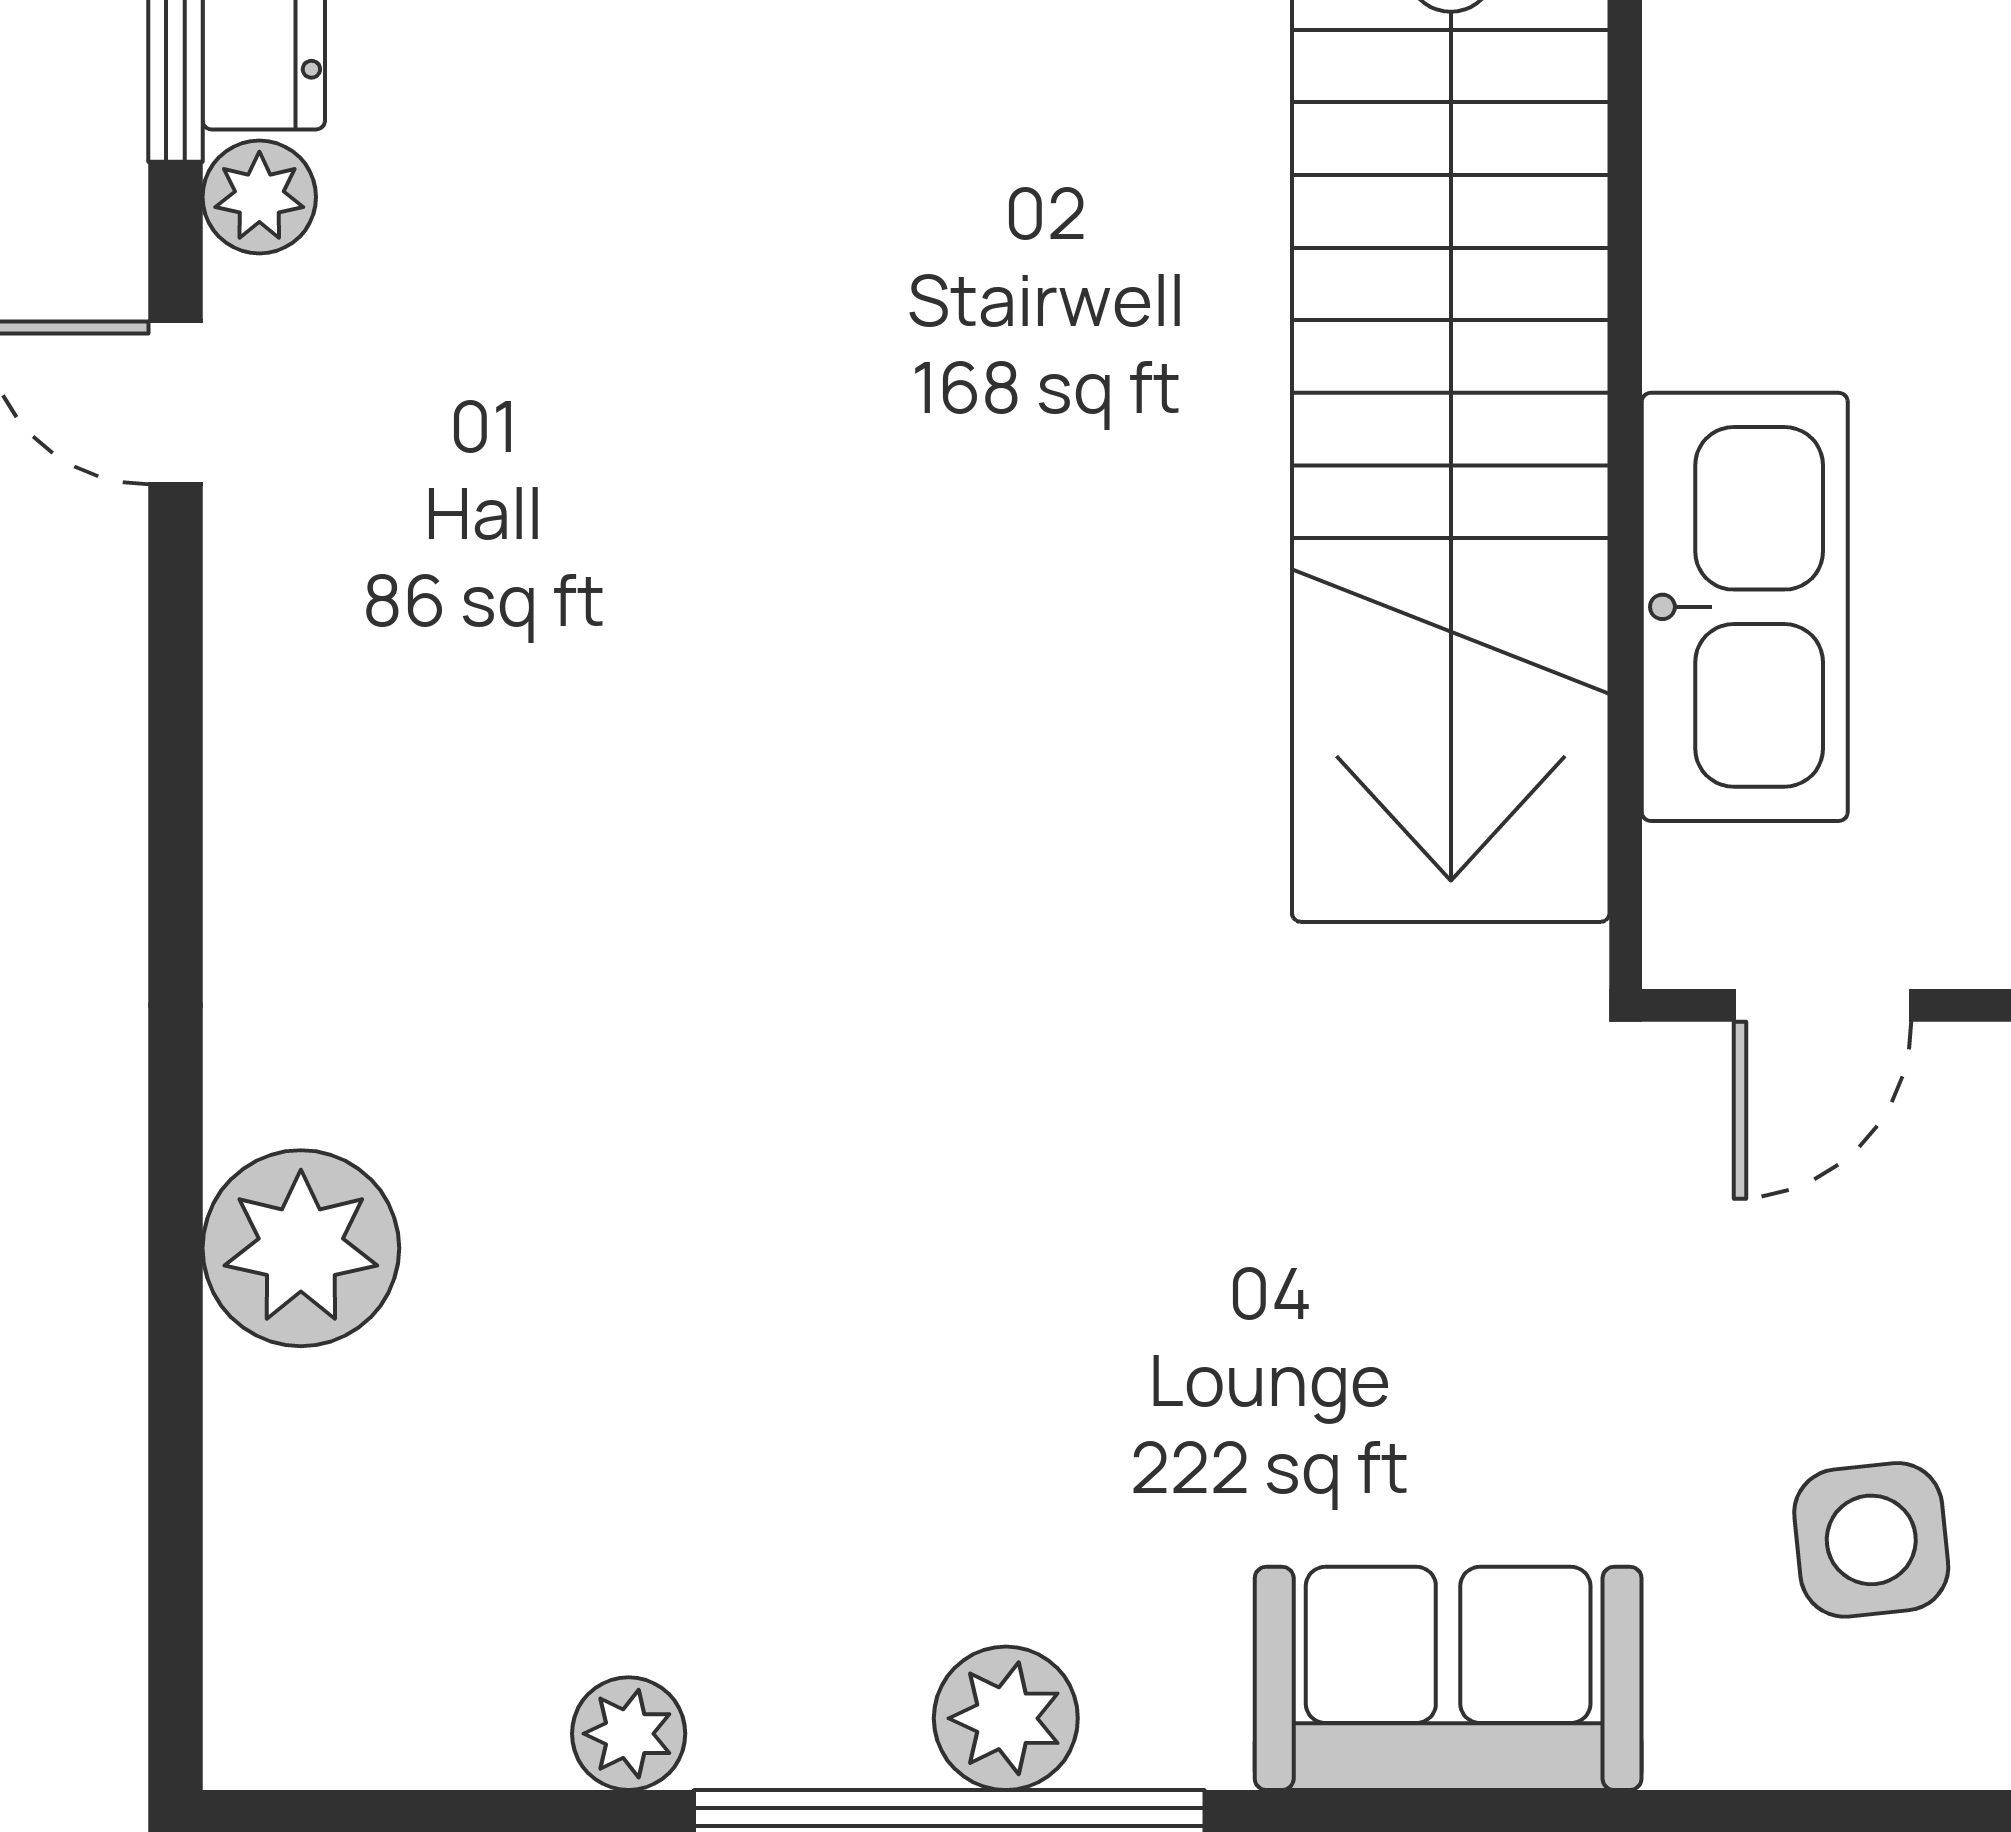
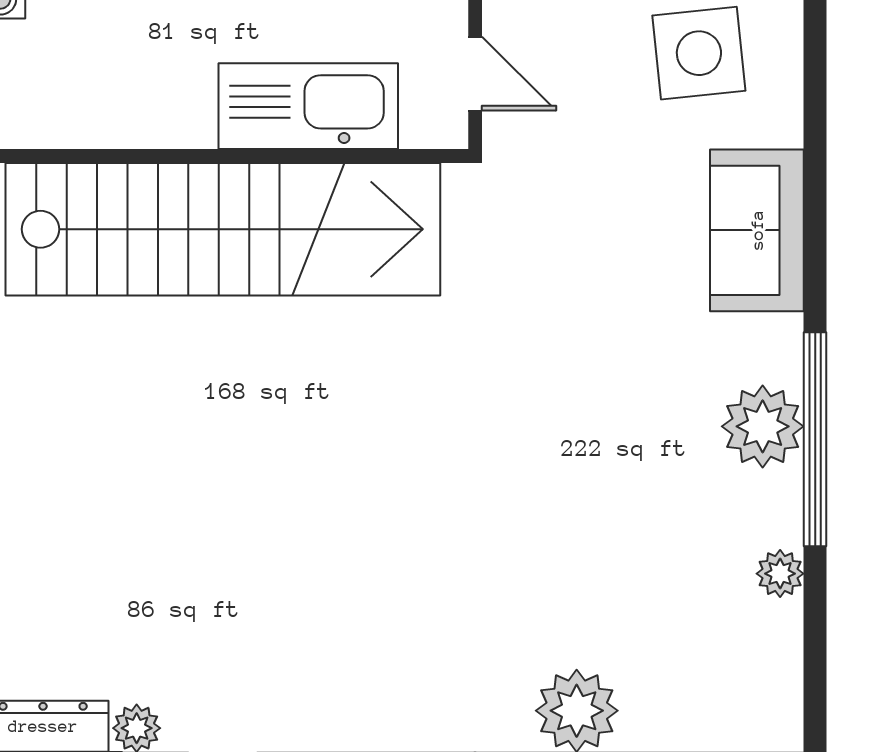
side table: (1871, 1540) -> (699, 53), width x1.37, depth x1.37
plant: (1006, 1718) -> (763, 426), width x1.36, depth x1.36

